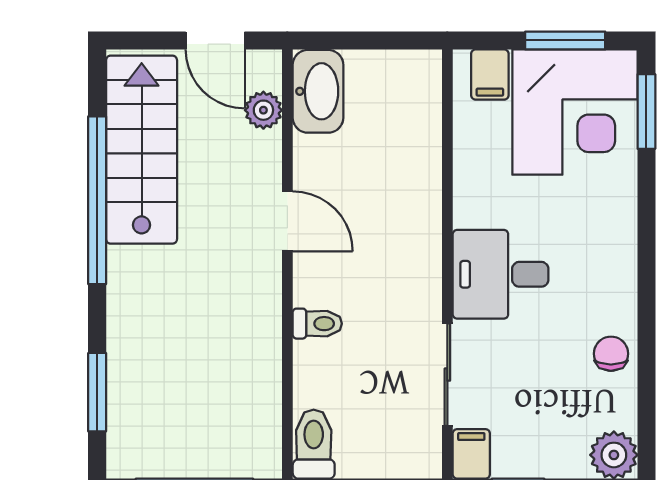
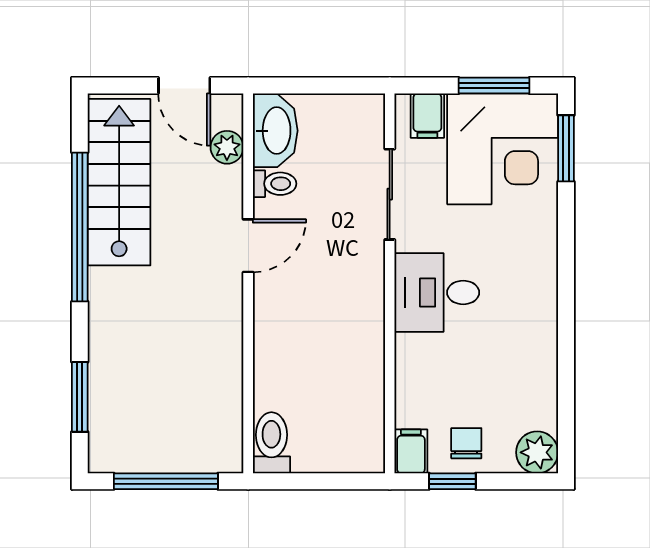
door: (287, 221) -> (248, 246), hinge flipped
toilet: (317, 324) -> (275, 184), moved
chair: (611, 354) -> (466, 443), moved
sliding door: (447, 375) -> (390, 194), moved

